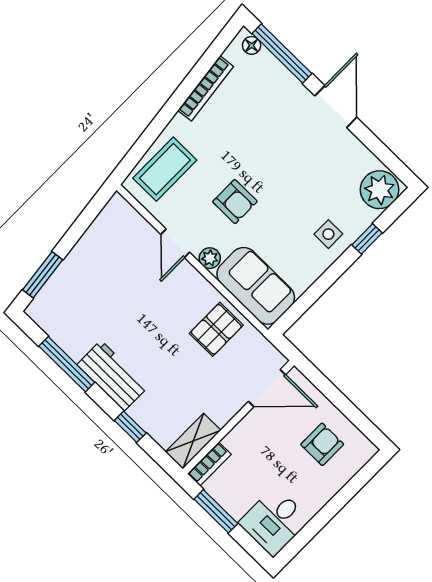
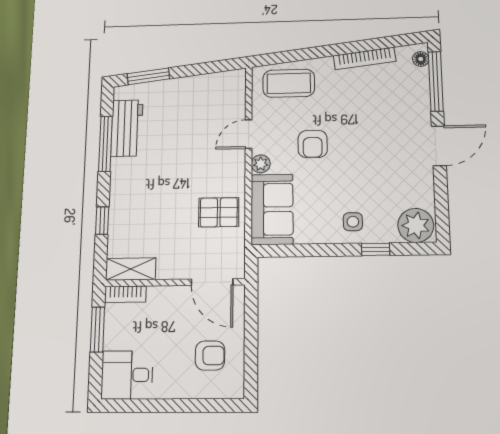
workbench: (112, 376) -> (127, 128), moved

